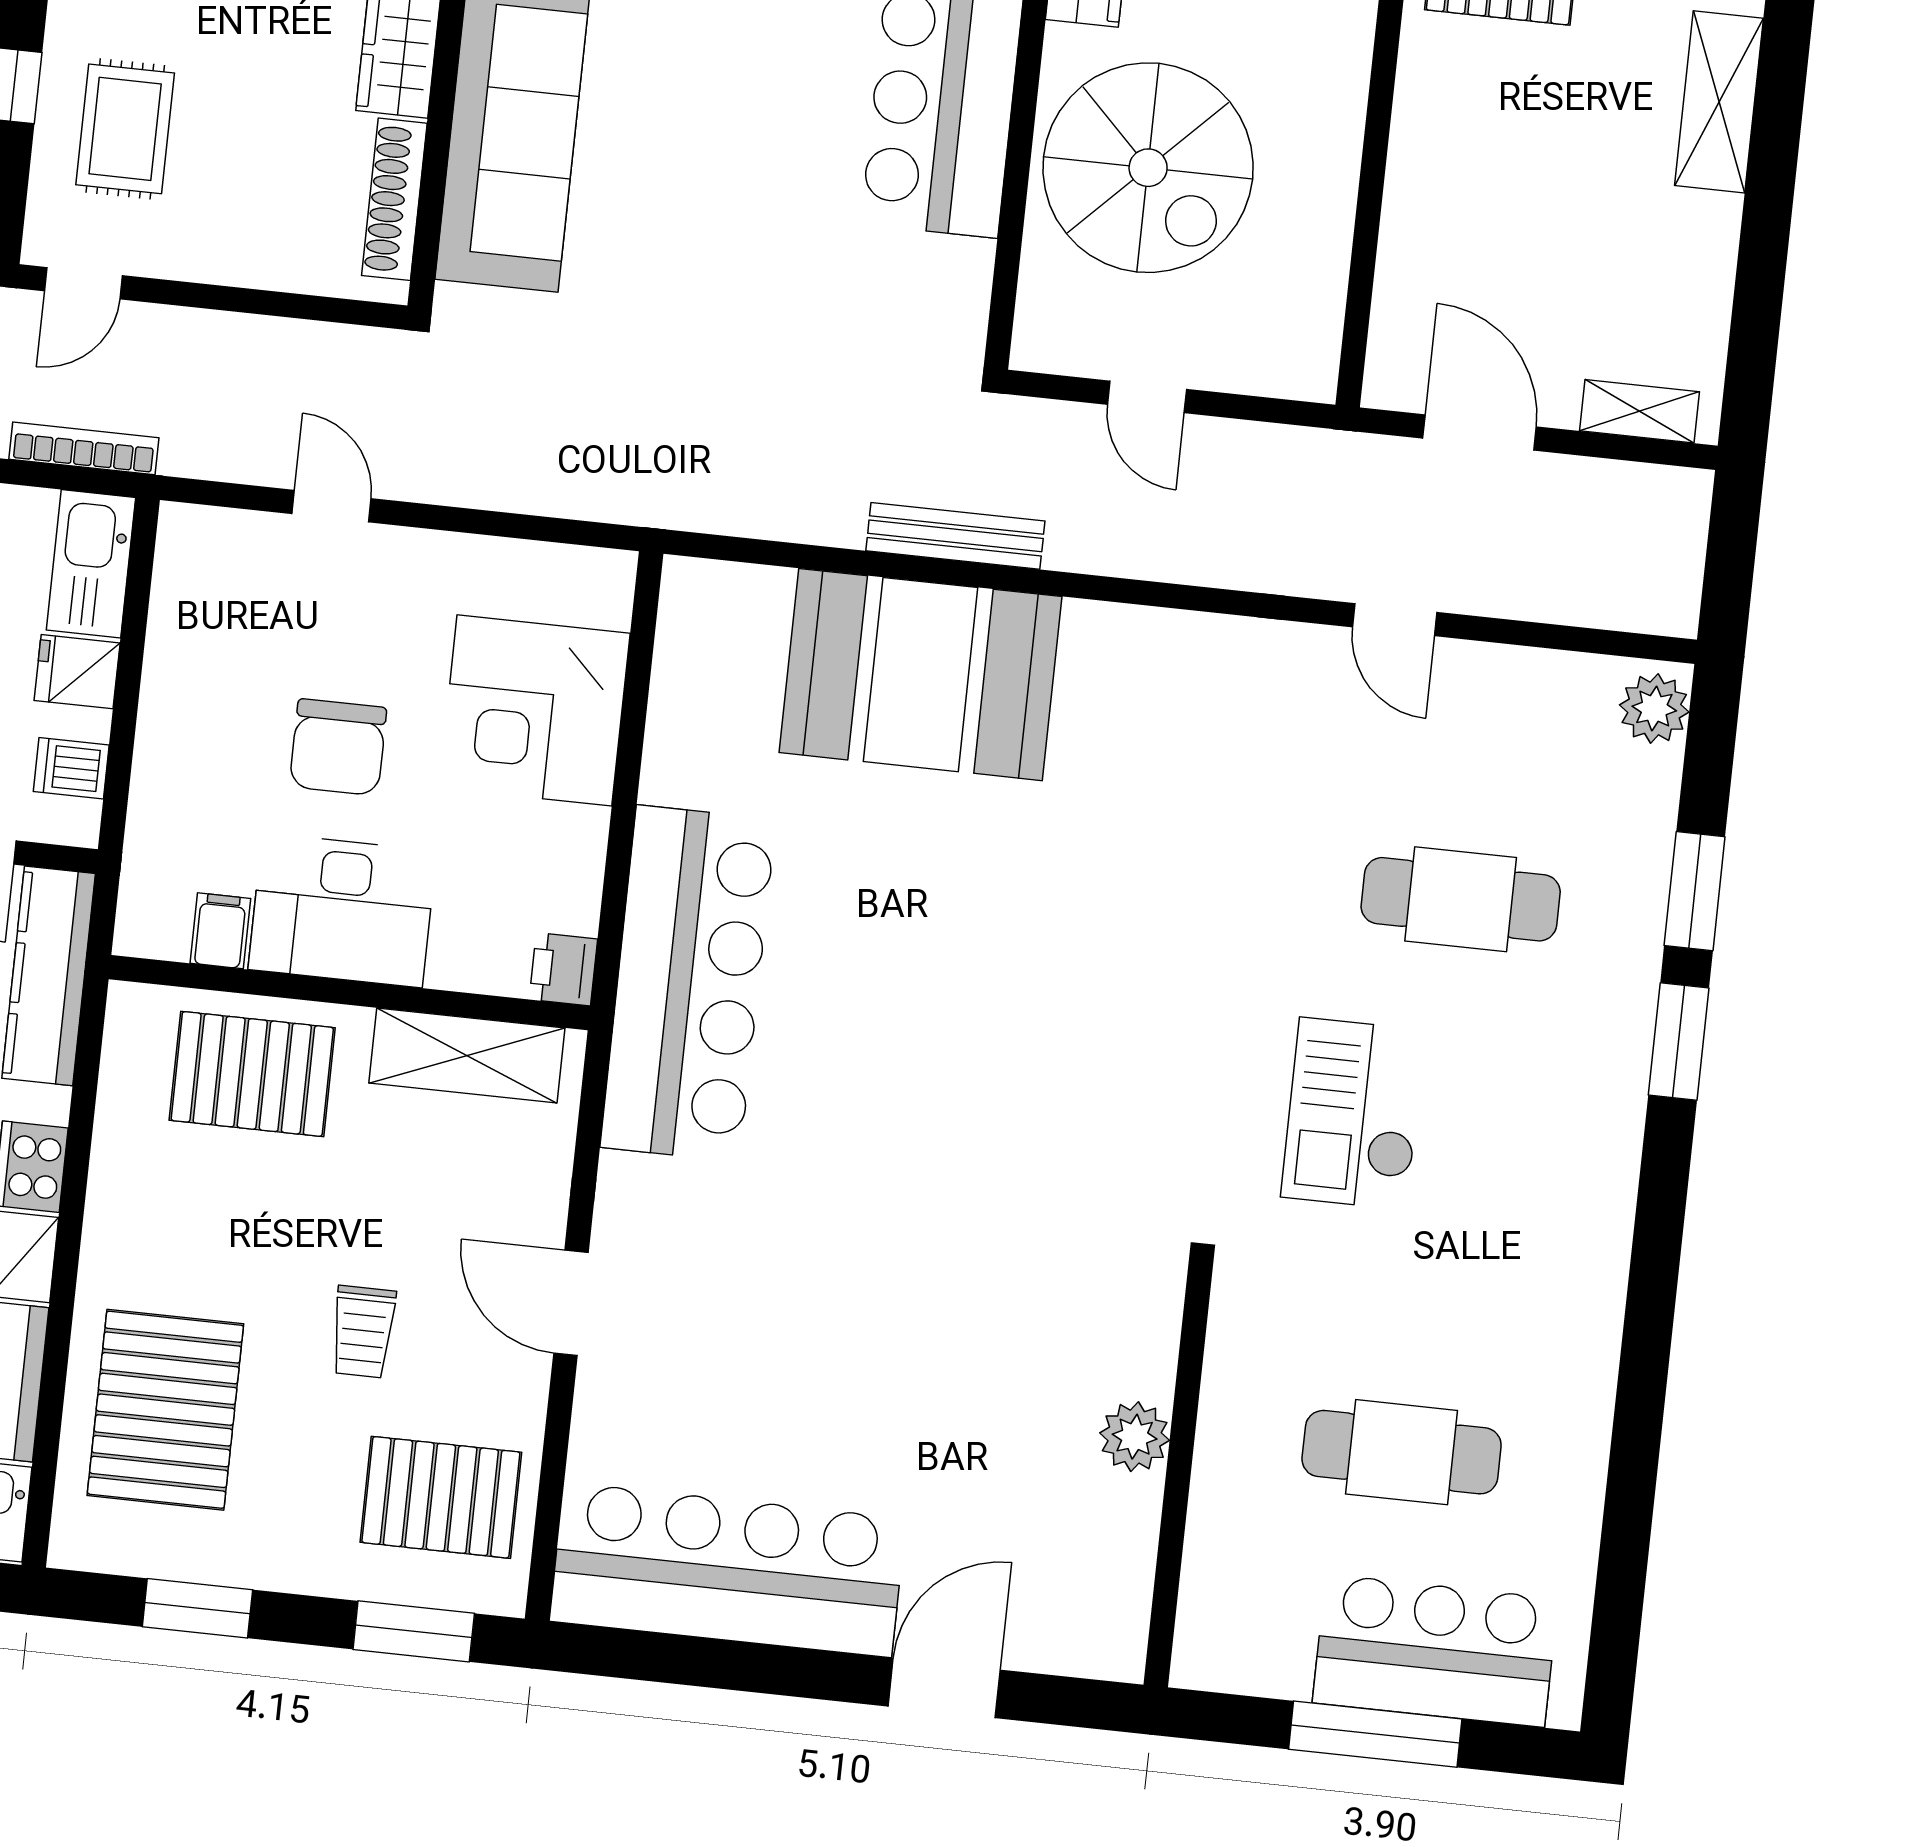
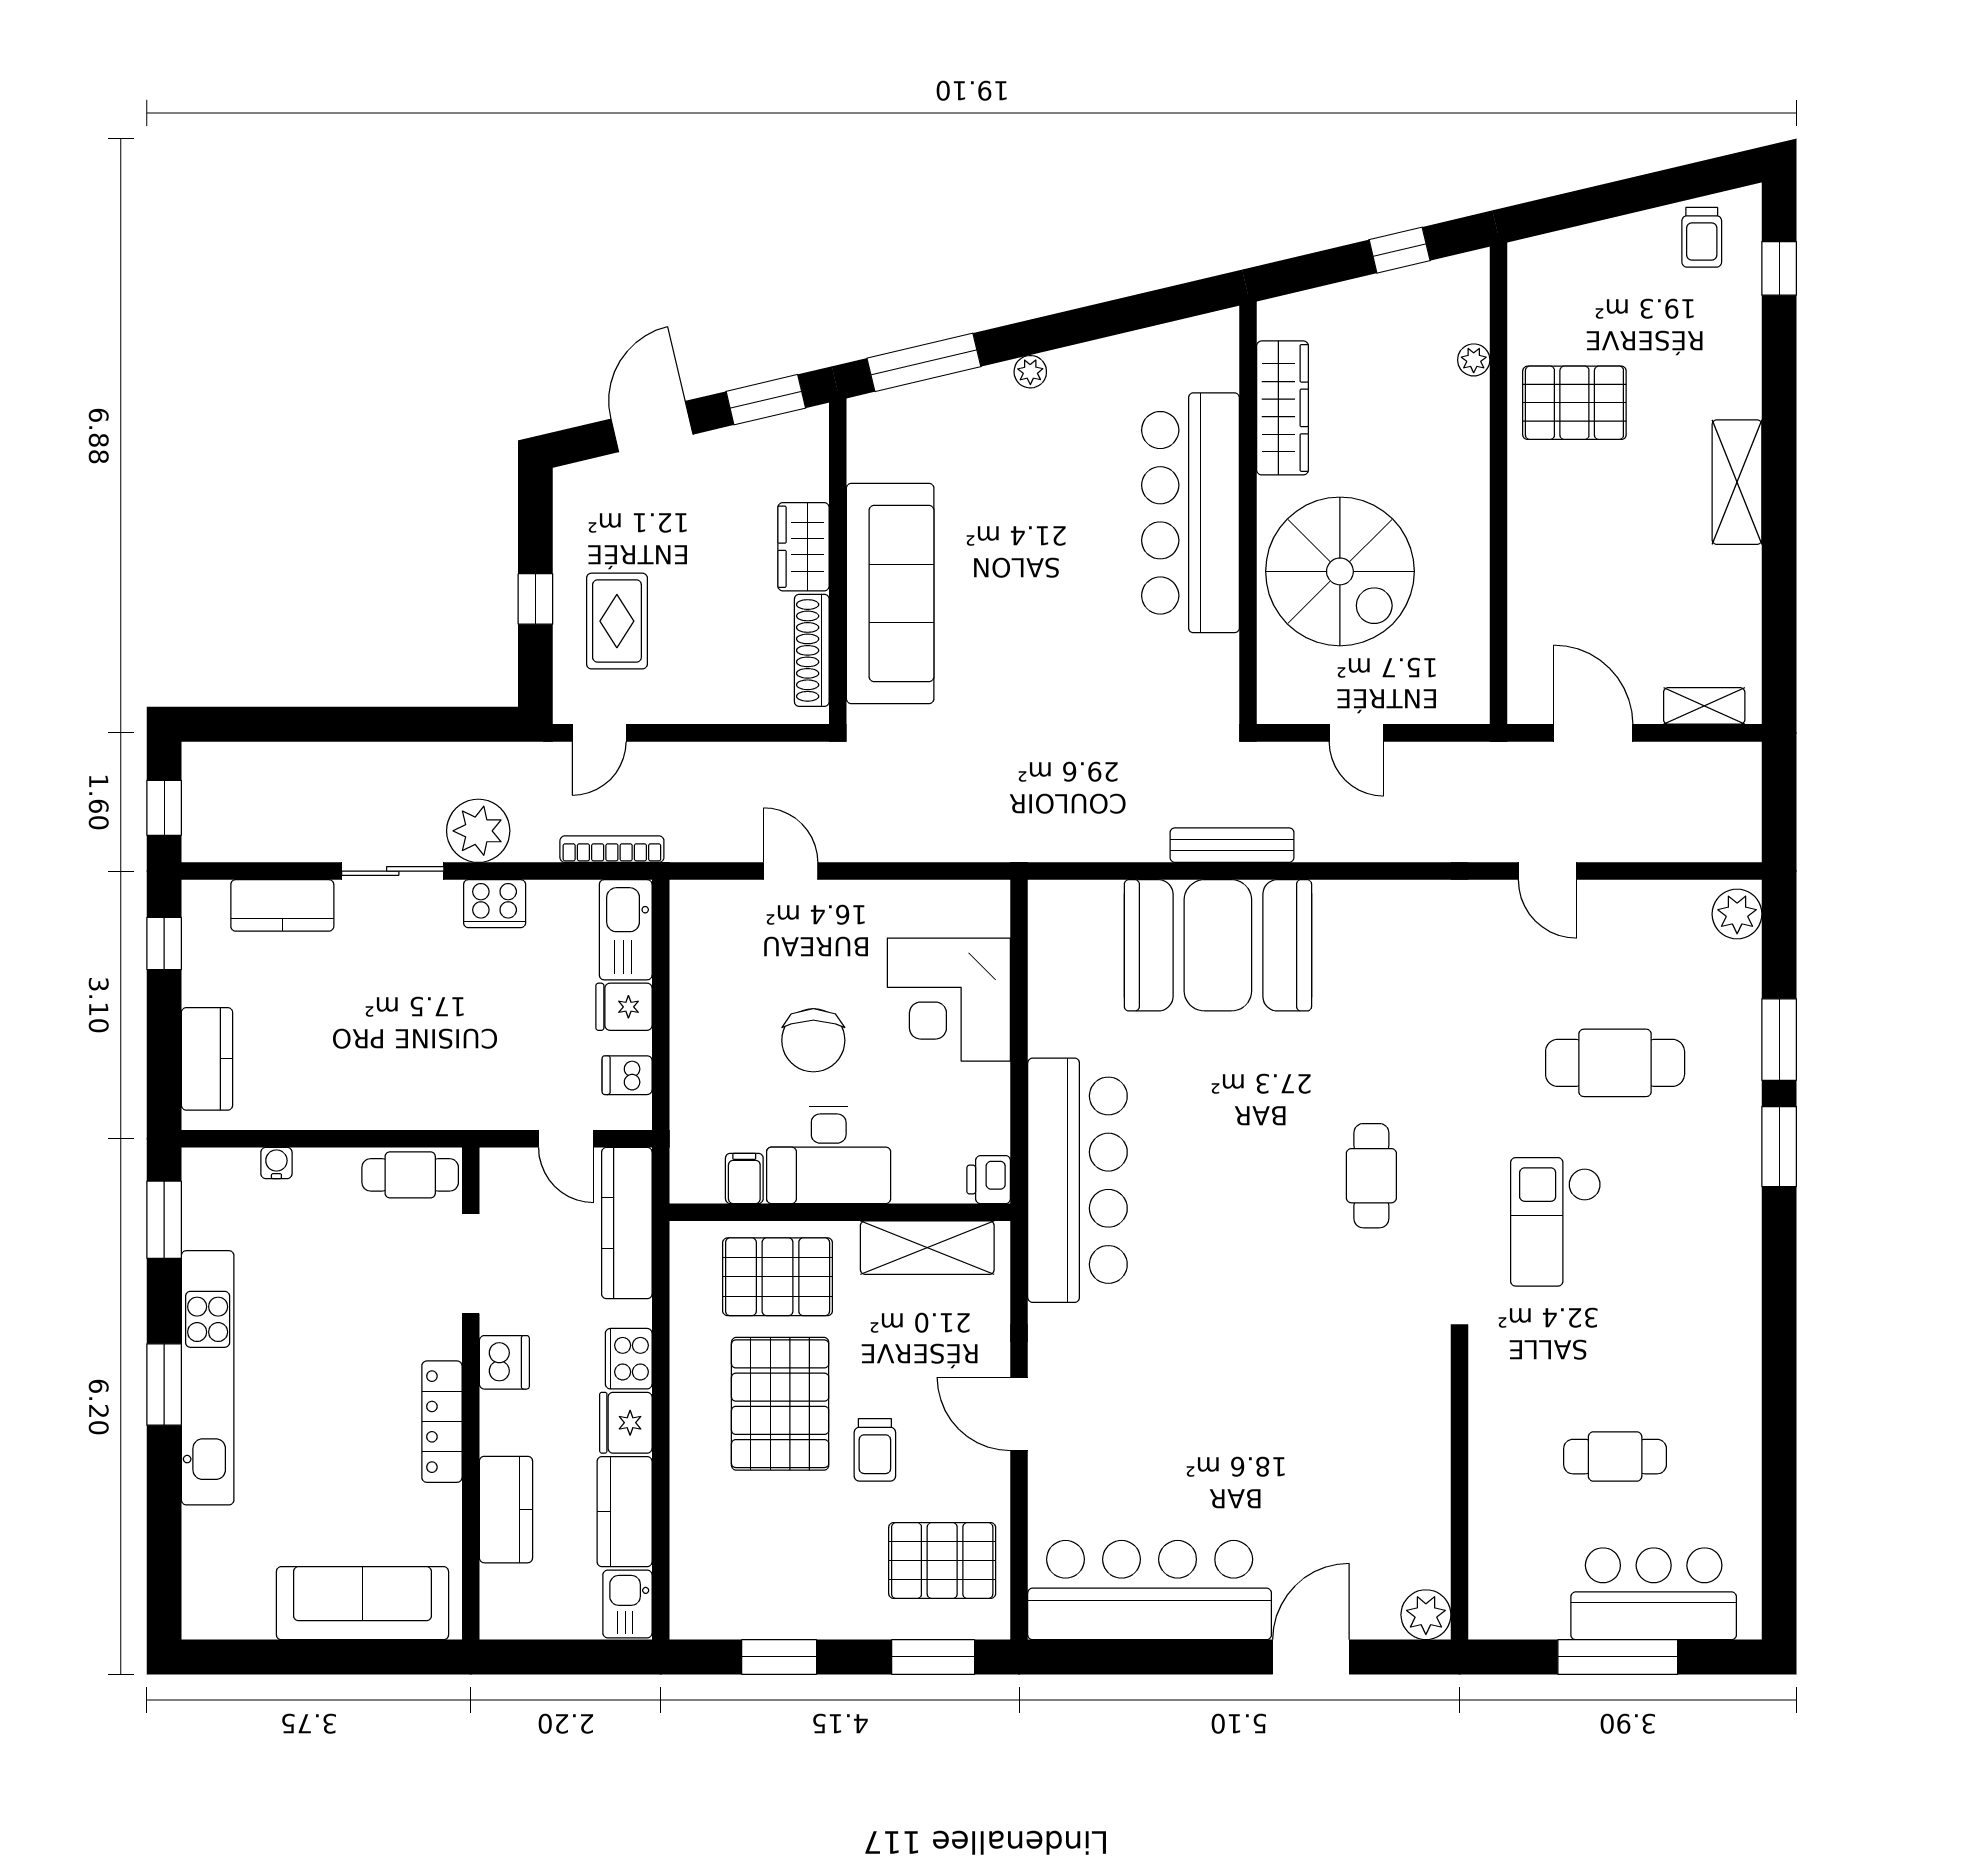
cafe table: (1101, 1021) -> (1371, 1176), added
pallet: (165, 1410) -> (780, 1404), moved
plant: (1135, 1437) -> (1426, 1615), moved
cafe table: (1402, 1452) -> (1615, 1457), width x0.73, depth x0.74

